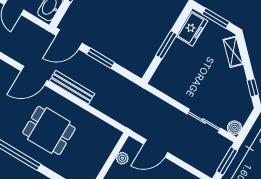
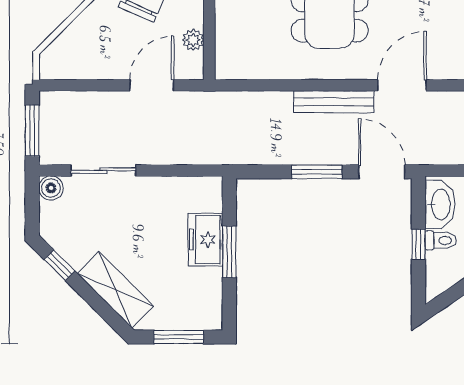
freezer: (192, 29) -> (205, 240), moved
door: (69, 39) -> (382, 172), hinge flipped
shelving: (233, 52) -> (115, 290), width x1.50, depth x1.33

